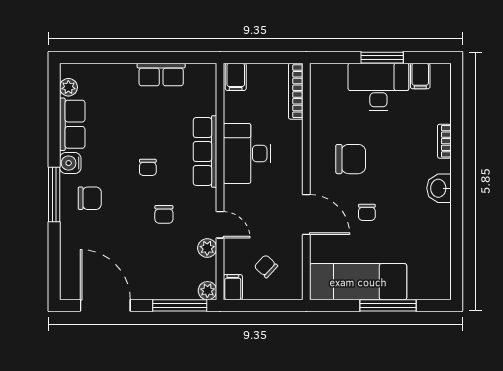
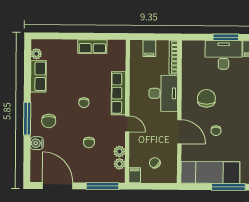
filing cabinet: (236, 77) -> (149, 48), moved
desk: (247, 153) -> (163, 93), moved, turned 180
chair: (351, 159) -> (206, 98), turned -90
water cooler: (70, 163) -> (37, 143), moved
chair: (90, 198) -> (49, 121), turned 90
chair: (164, 214) -> (89, 142), moved
door: (220, 225) -> (127, 124), moved
plant: (207, 291) -> (119, 164), moved

